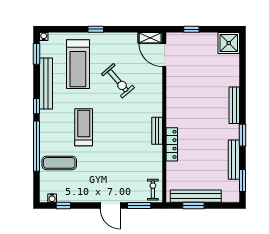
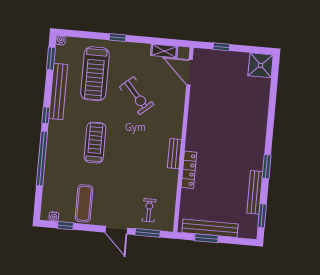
shelving: (150, 38) -> (164, 51), moved
bench: (234, 105) -> (261, 133), removed
exercise mat: (59, 163) -> (84, 203), moved, turned 90
exercise bike: (153, 190) -> (149, 210), moved

